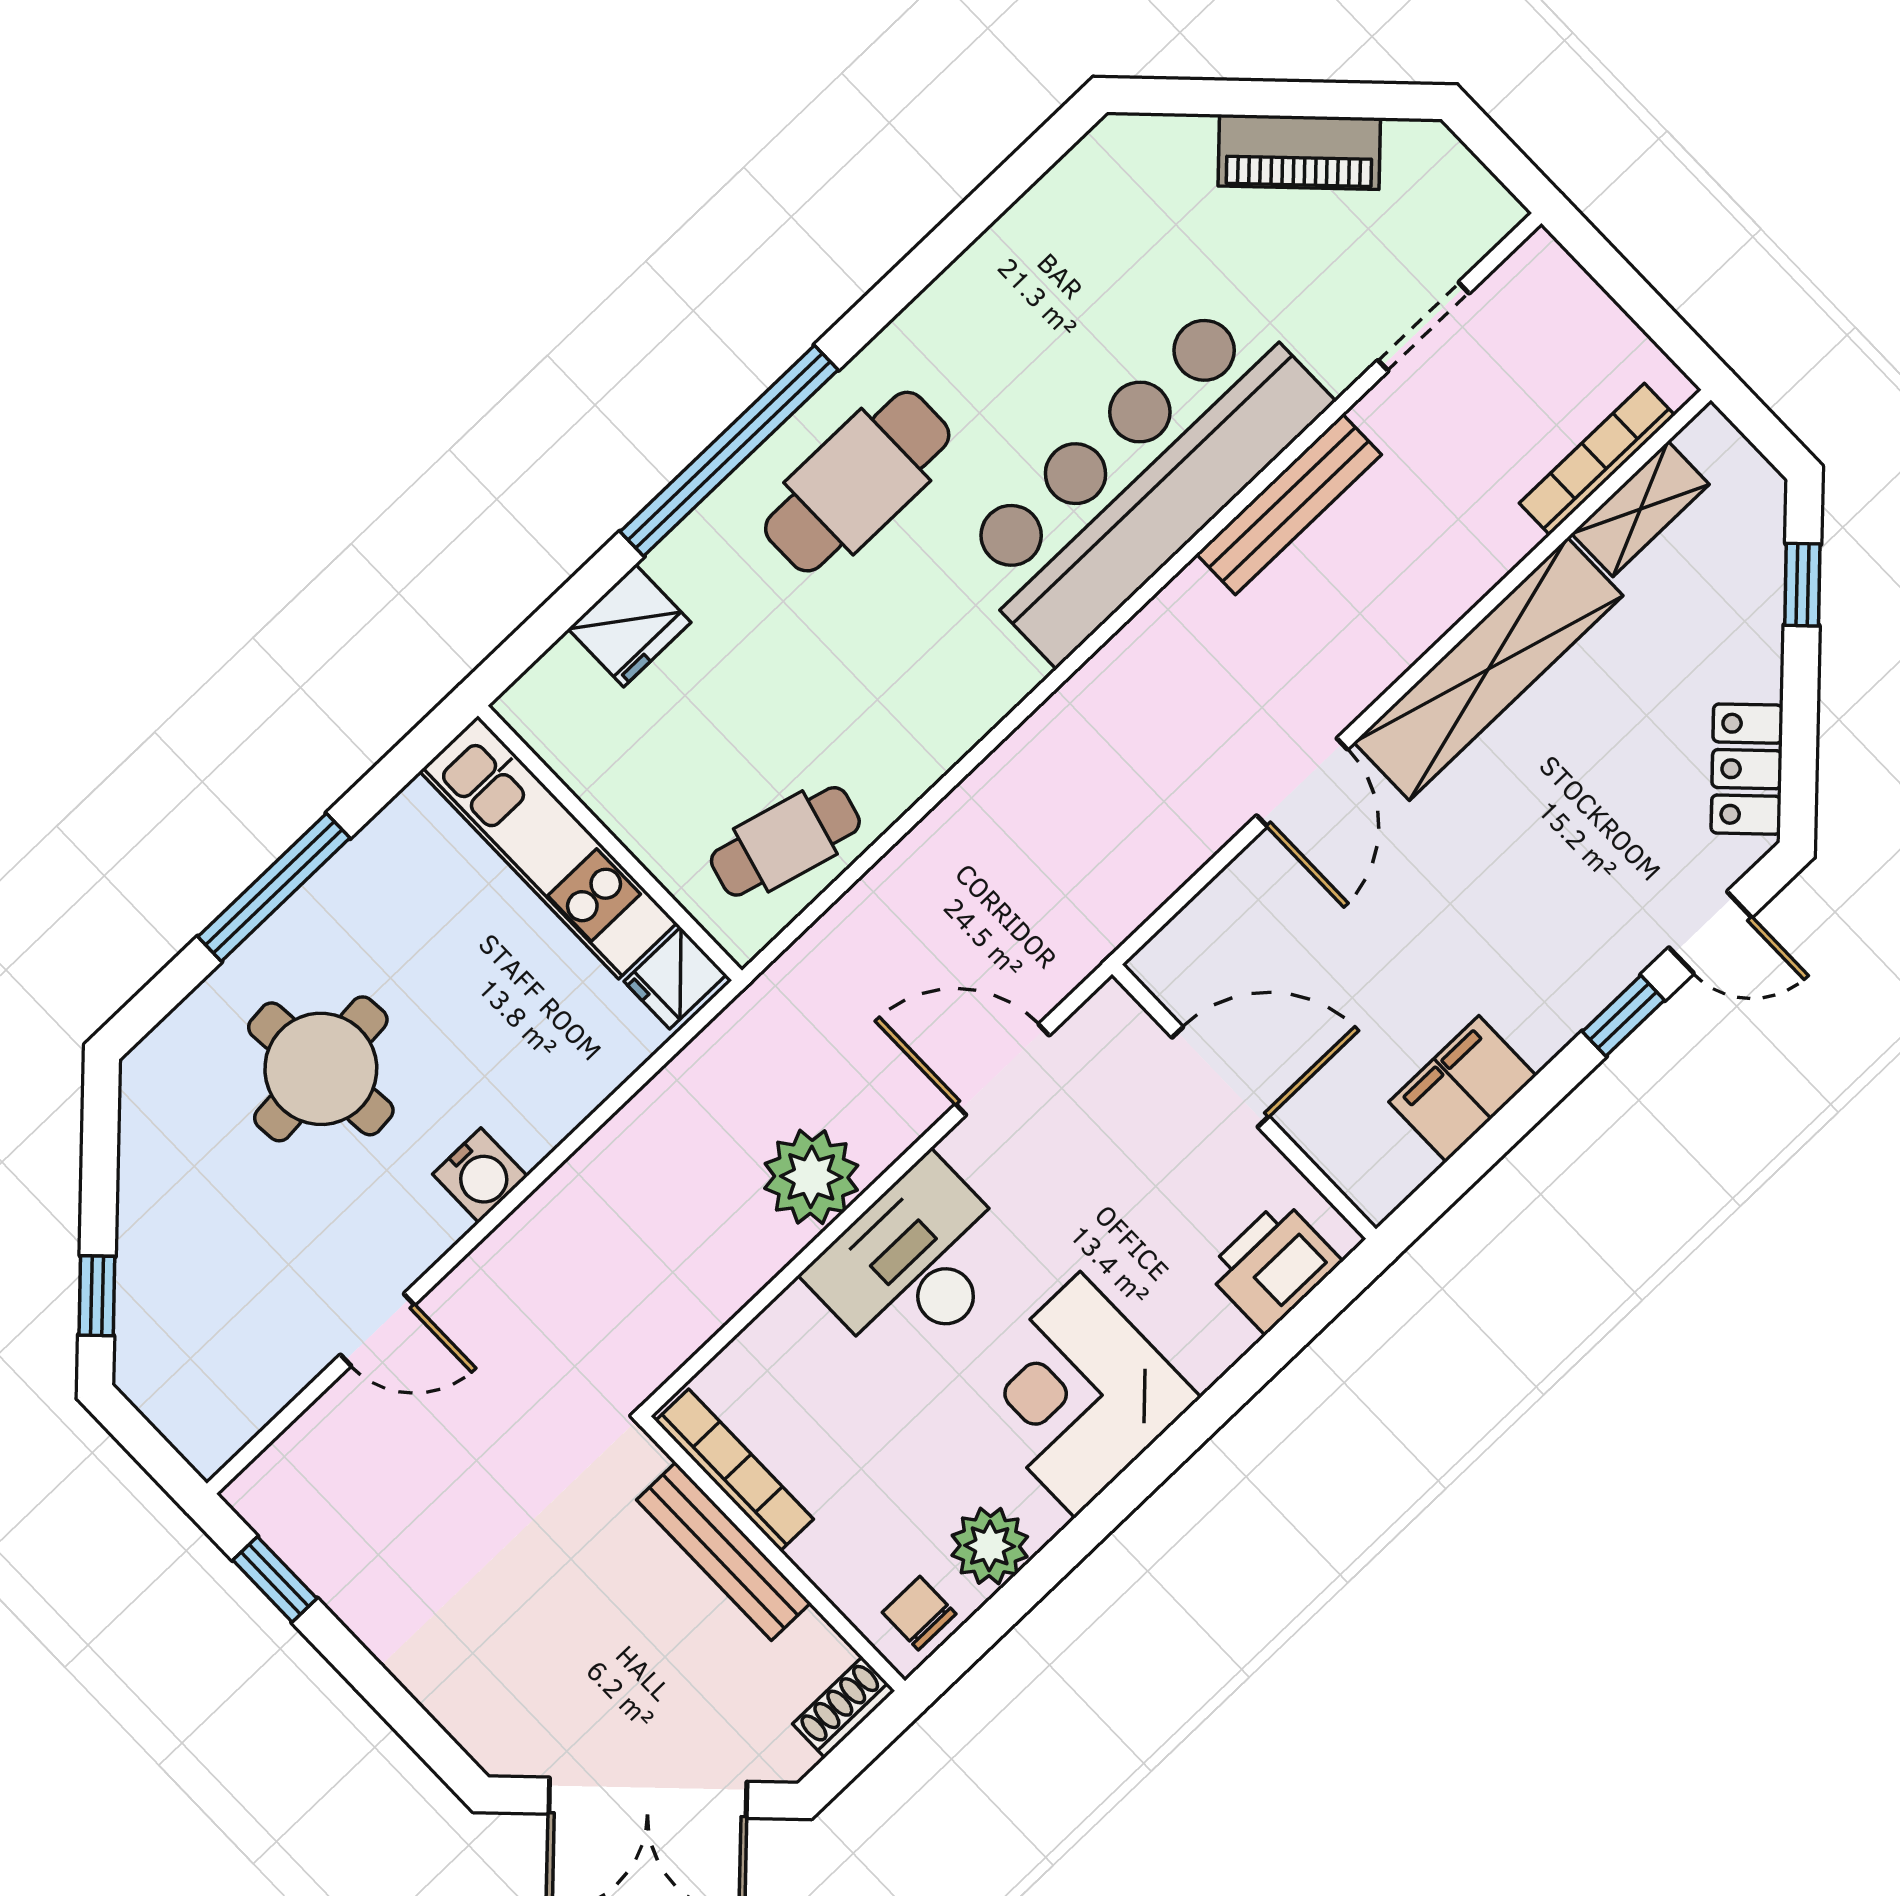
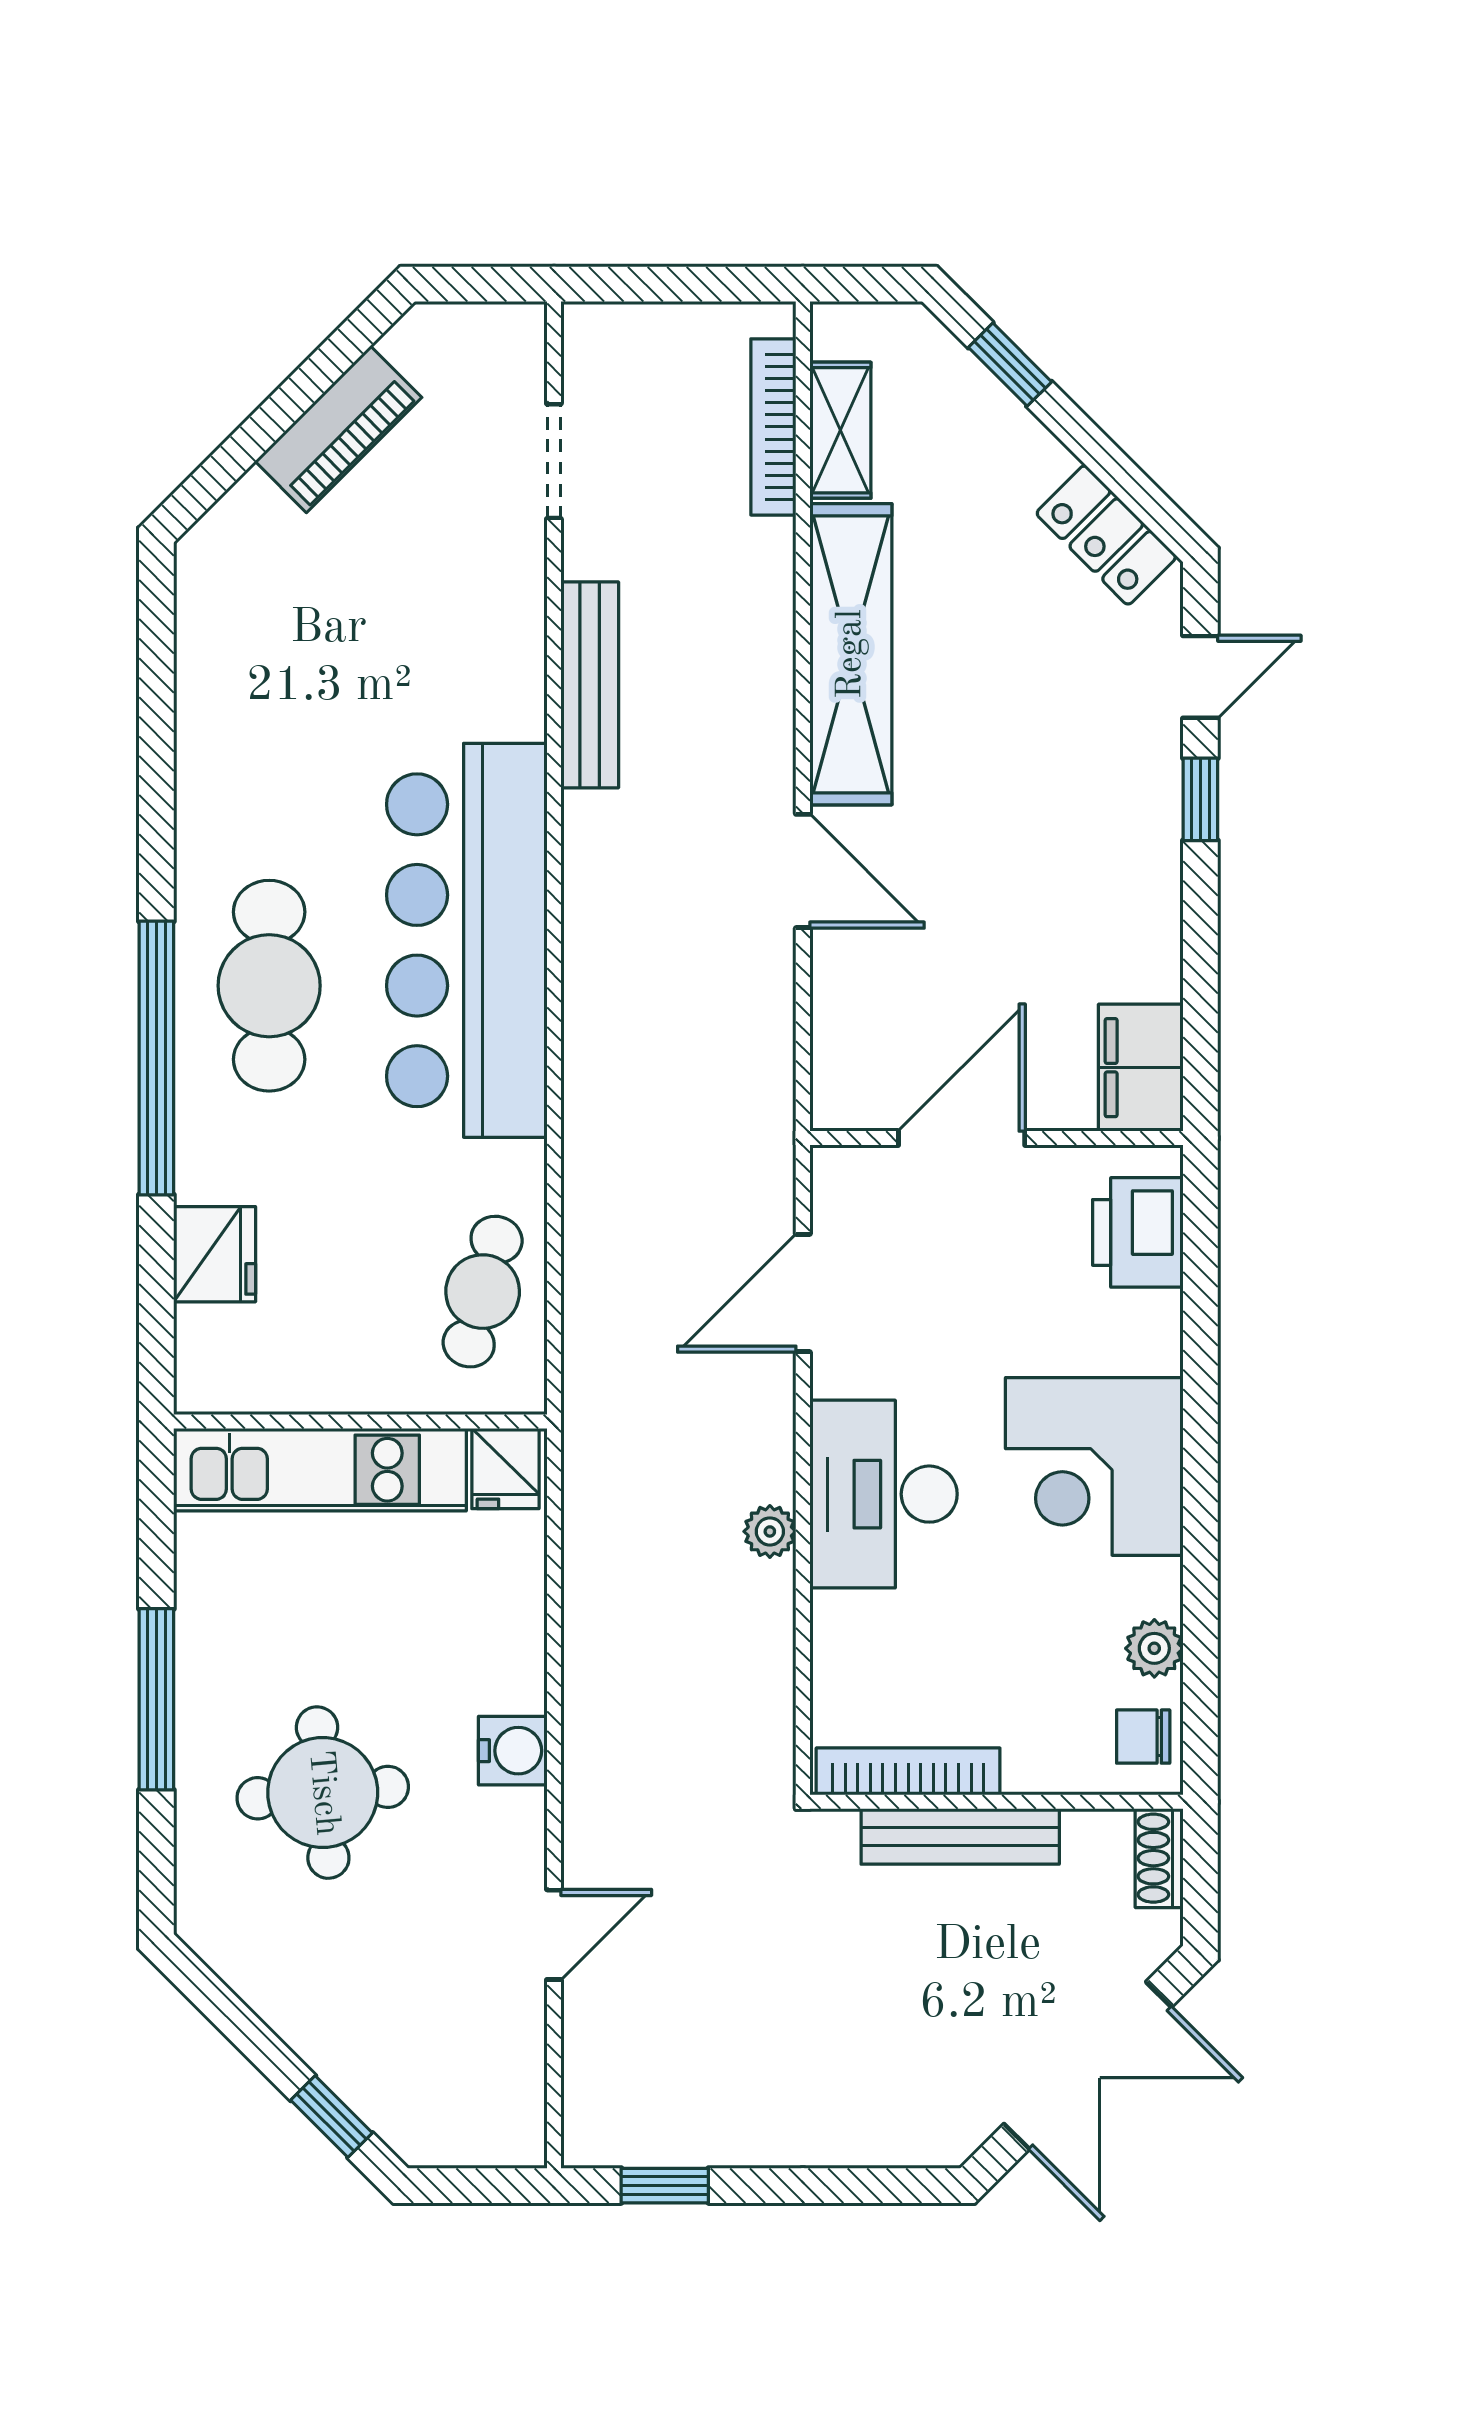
bar counter: (1142, 478) -> (467, 940), moved
filing cabinet: (1463, 1089) -> (1141, 1068), moved
plant: (811, 1177) -> (770, 1531), width x0.53, depth x0.53
plant: (990, 1546) -> (1154, 1648), width x0.73, depth x0.73

